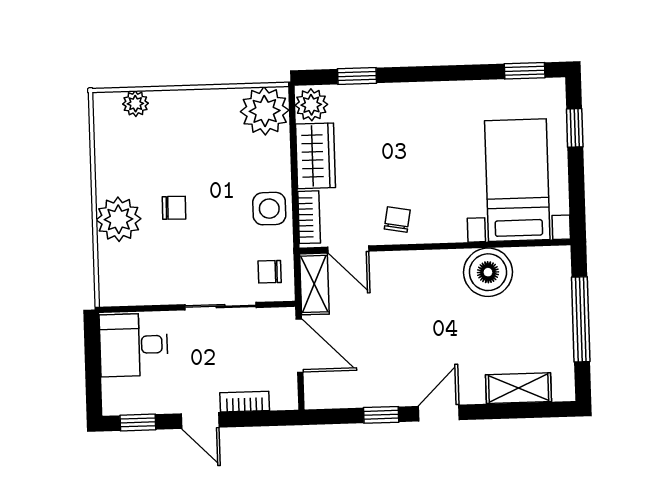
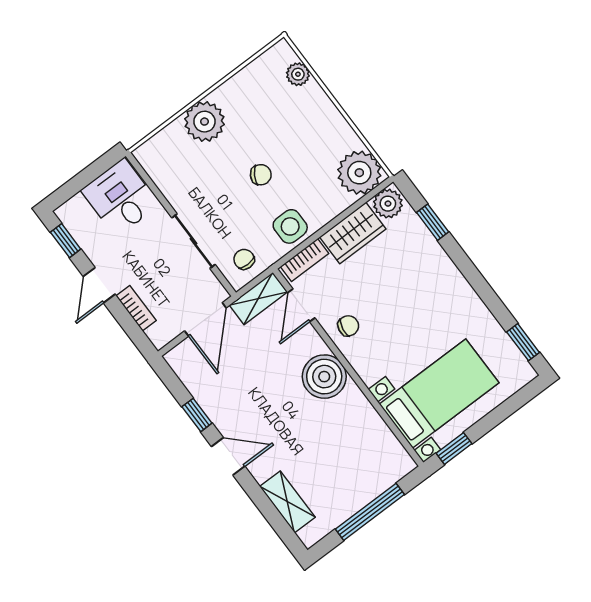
window: (575, 128) -> (454, 448), moved
chair: (174, 208) -> (261, 175), moved, turned -60
boiler: (488, 272) -> (324, 377), moved

